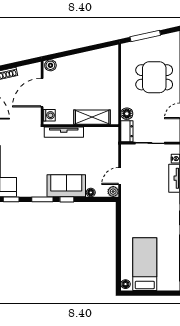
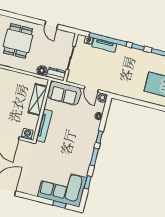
sofa: (66, 186) -> (64, 93), moved, turned -90

